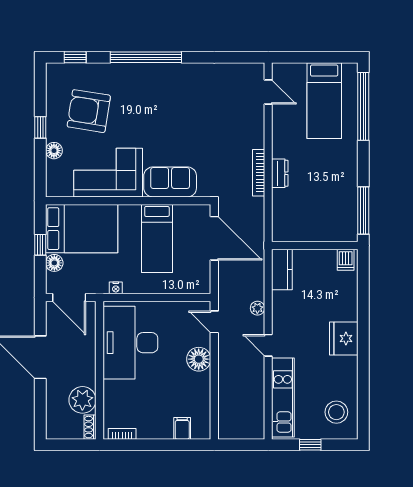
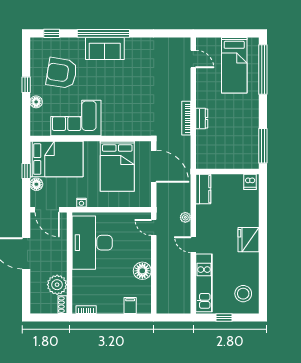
sofa: (170, 182) -> (105, 48), moved, turned 180
bed: (157, 238) -> (117, 166), width x1.50
floor lamp: (199, 359) -> (142, 271), moved

